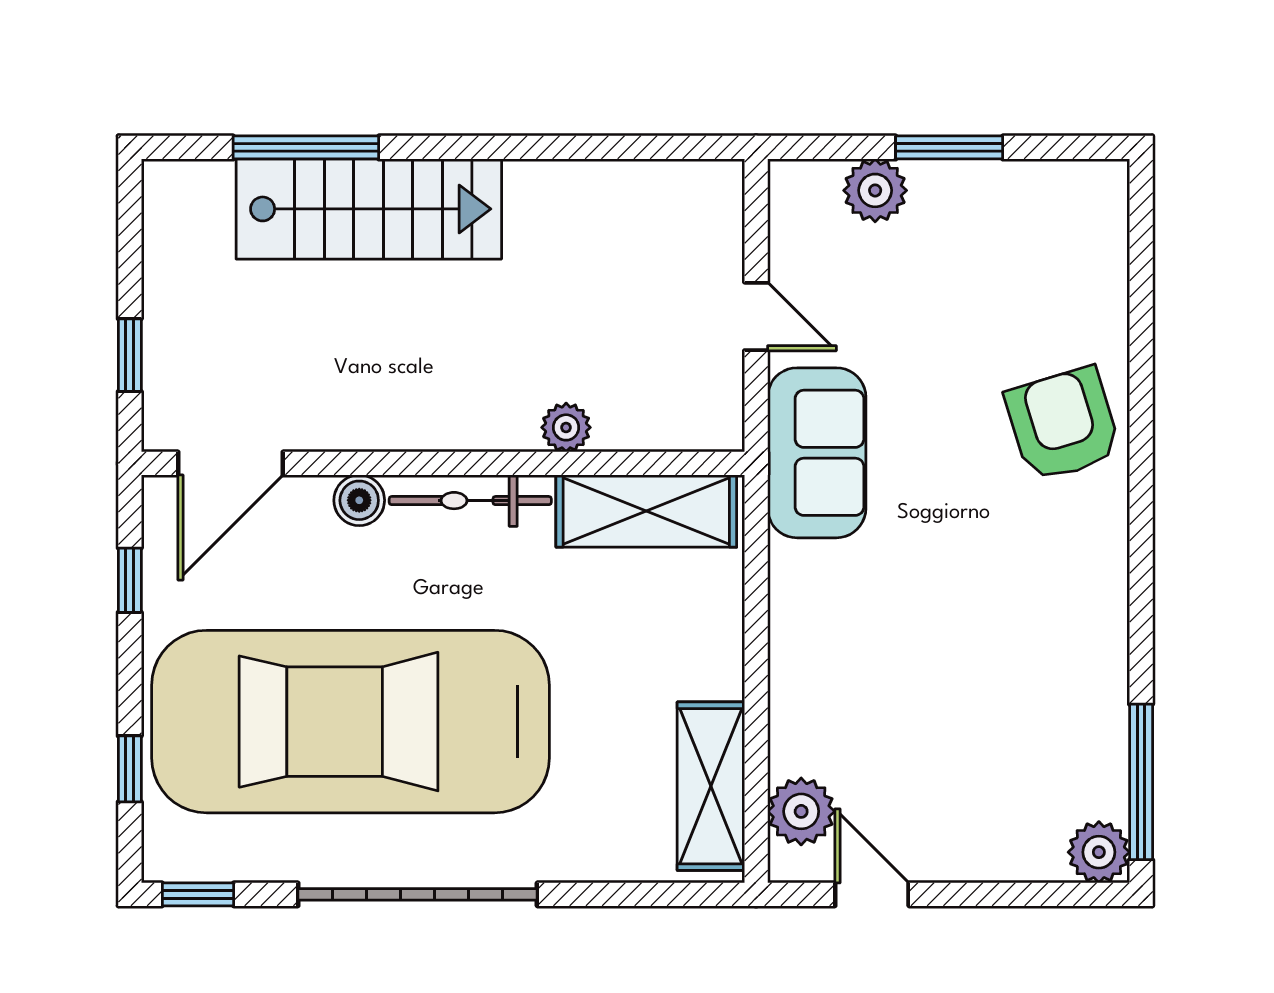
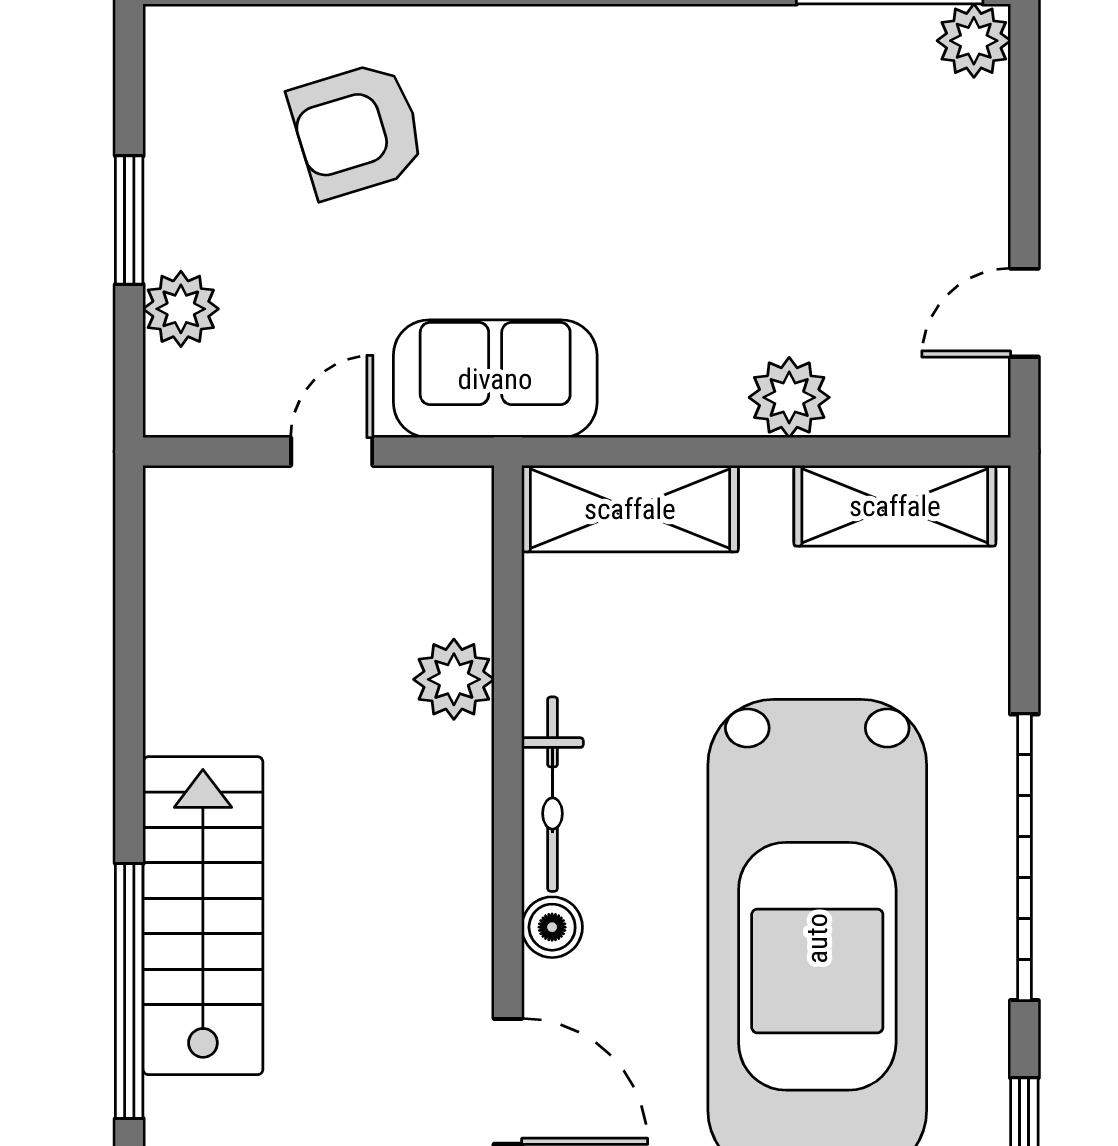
window: (306, 147) -> (129, 991), width x1.46
armchair: (1063, 424) -> (357, 130), moved
plant: (566, 427) -> (454, 679), width x1.38, depth x1.38
shelving: (646, 511) -> (630, 509), moved, turned 90
plant: (801, 811) -> (789, 397), moved

